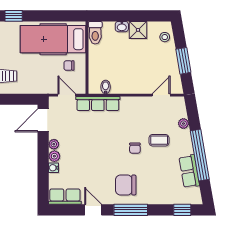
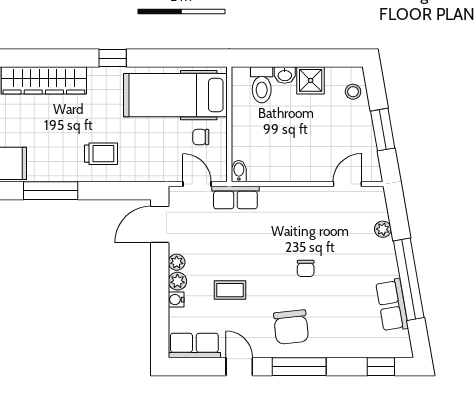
toilet: (95, 33) -> (262, 85), moved
bidet: (106, 87) -> (239, 171), moved
row of seats: (98, 104) -> (235, 198), width x0.68
coffee table: (159, 140) -> (230, 290), moved
chair: (126, 185) -> (291, 327), turned -96

